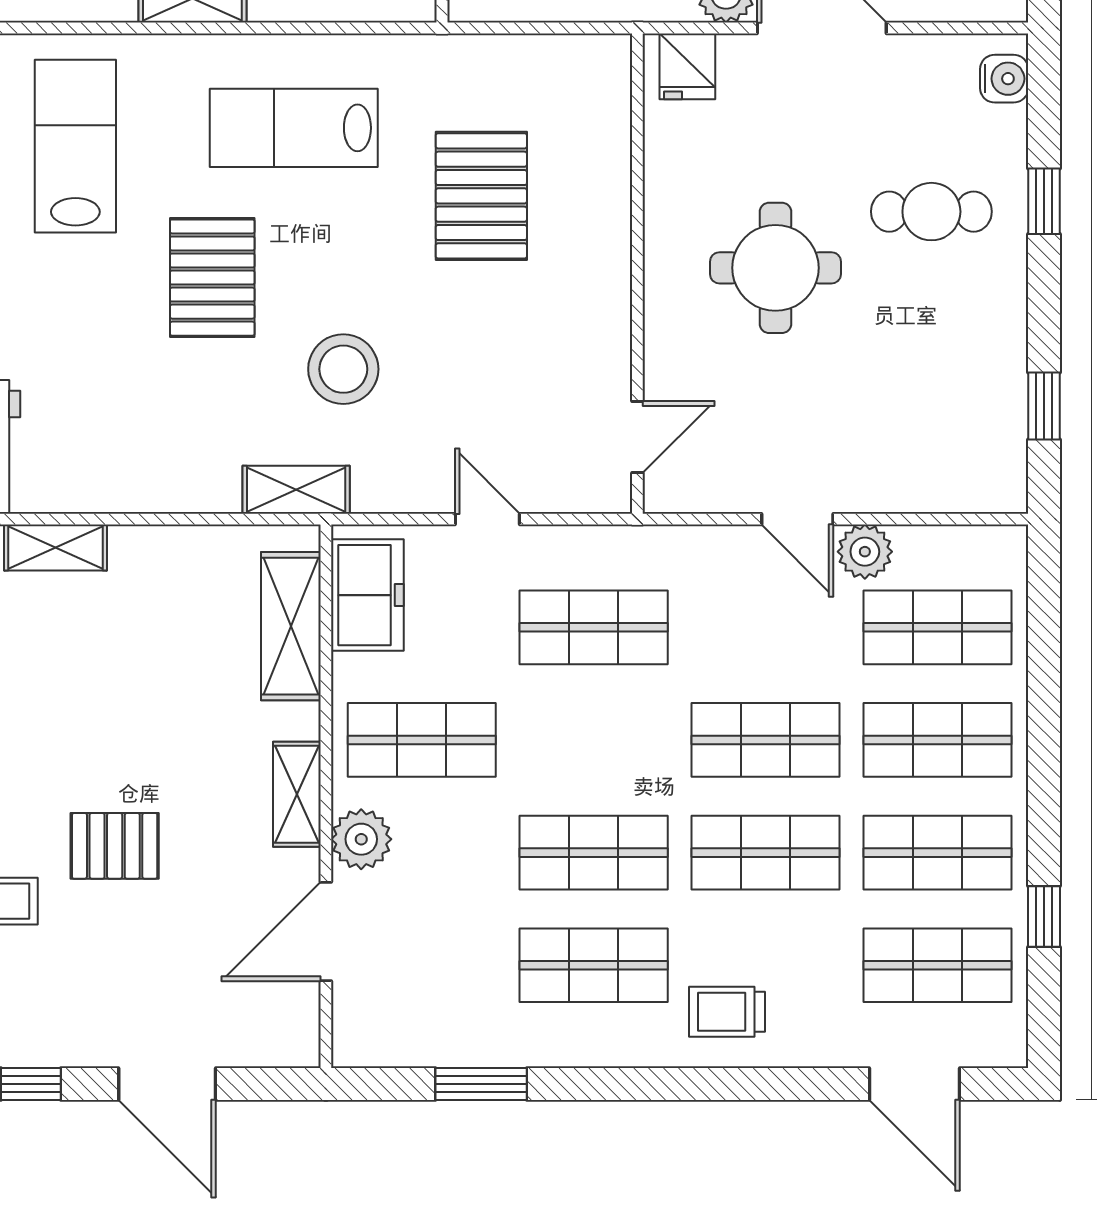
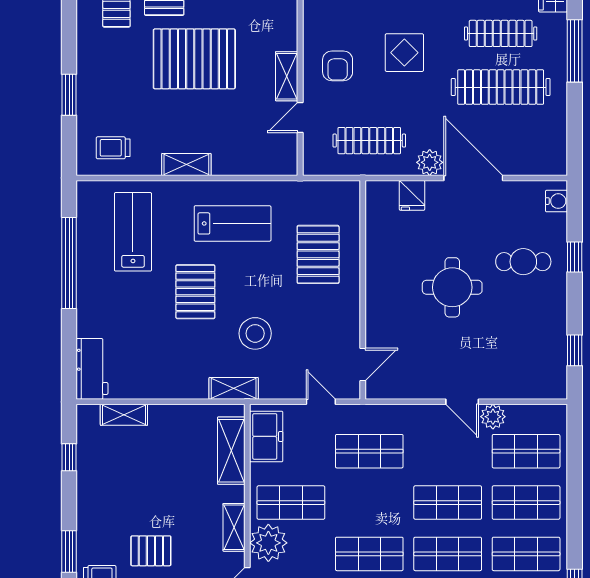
lab bench: (294, 128) -> (233, 223), turned 180
wall: (637, 274) -> (363, 290), moved
door: (637, 437) -> (363, 364), moved
plant: (361, 839) -> (268, 543), width x1.36, depth x1.36

